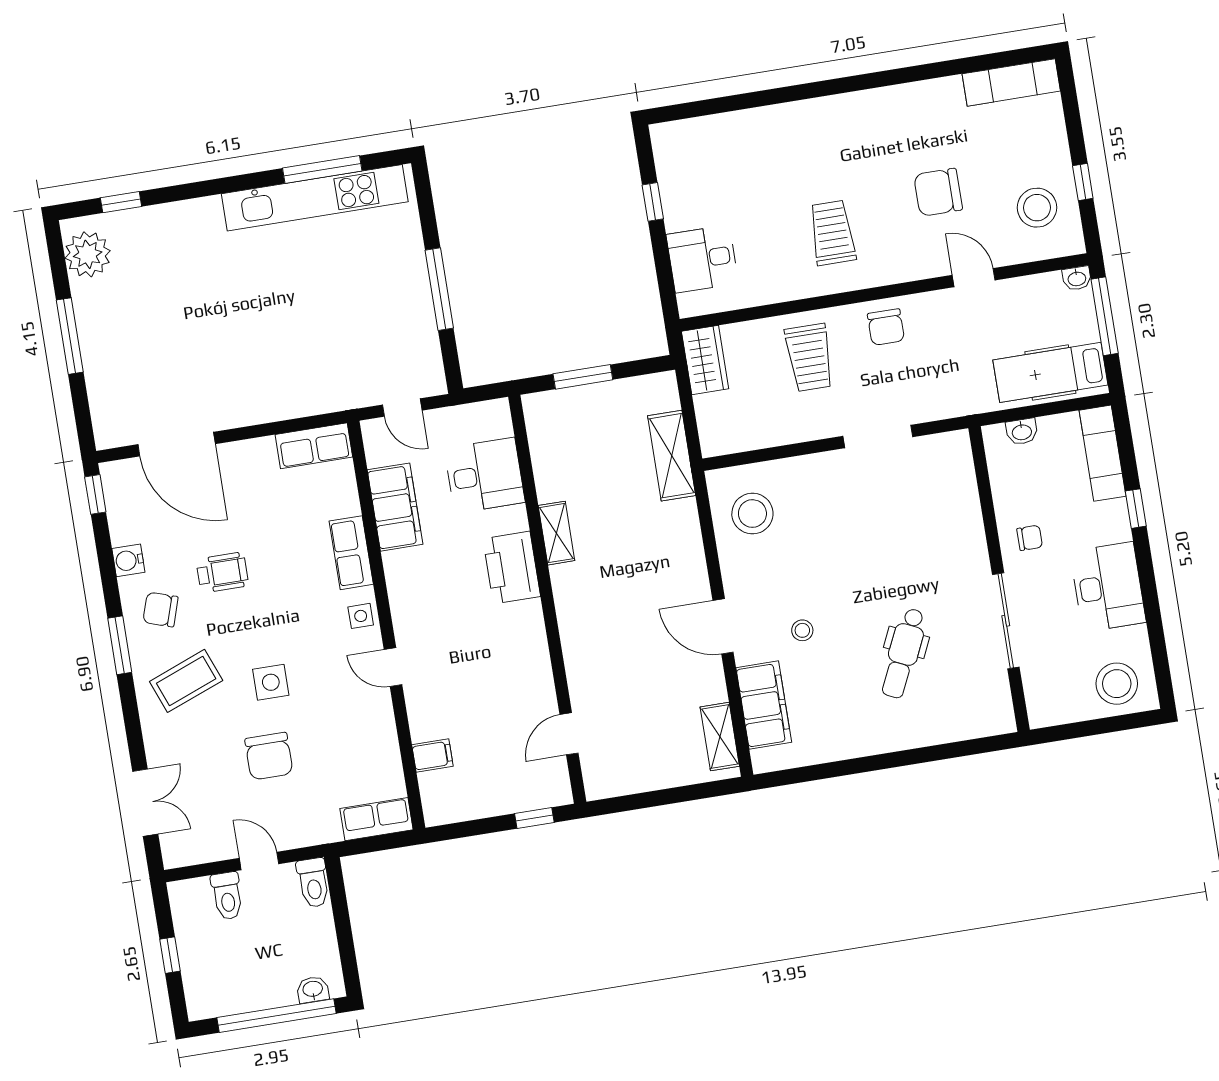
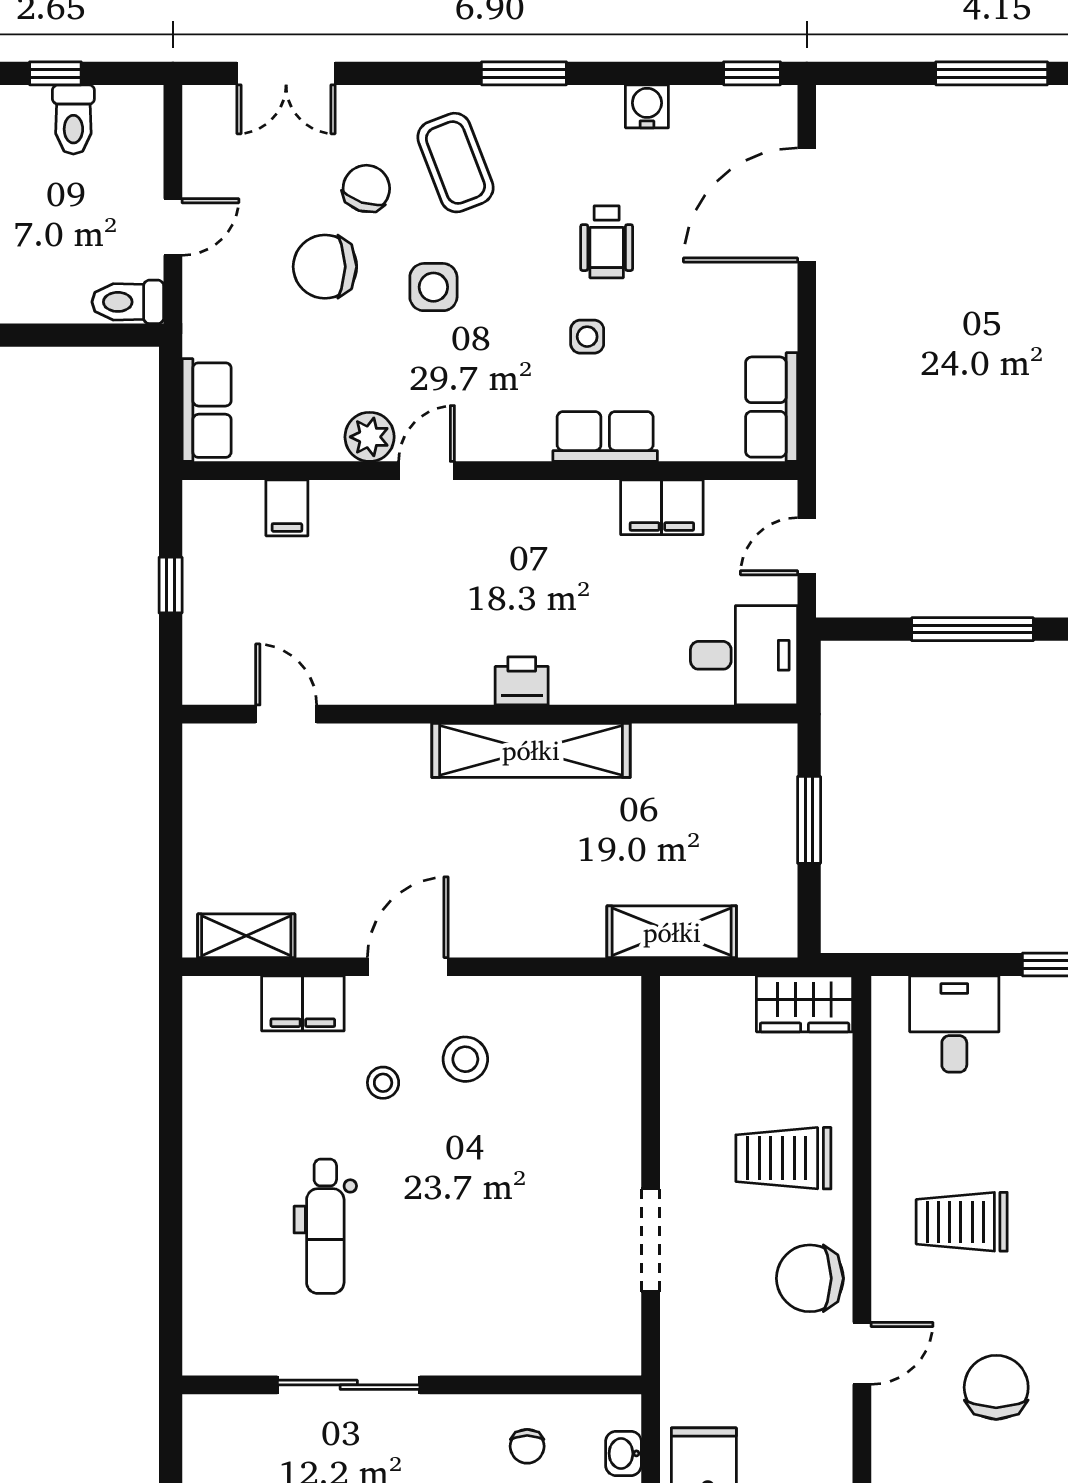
trolley: (832, 233) -> (962, 1222), turned 180
door: (974, 278) -> (862, 1353), moved
chair: (886, 327) -> (810, 1278), width x1.37, depth x1.37
desk: (485, 475) -> (744, 655), moved, turned -90
filing cabinet: (395, 507) -> (662, 507), width x0.67, depth x0.86
stool: (752, 514) -> (465, 1059), moved, width x0.73, depth x0.73
shelving: (556, 533) -> (531, 750), width x2.20, depth x1.33
chair: (1030, 538) -> (527, 1446), moved
printer: (512, 568) -> (522, 681), width x0.53, depth x0.68
chair: (160, 610) -> (366, 188), moved
side table: (361, 616) -> (587, 337), moved
dental chair: (903, 653) -> (325, 1226), turned -115
filing cabinet: (764, 705) -> (303, 1003), width x0.67, depth x0.86
plant: (377, 708) -> (370, 437), added
window: (534, 818) -> (171, 585), moved
toilet: (227, 896) -> (73, 119), moved, turned -90

